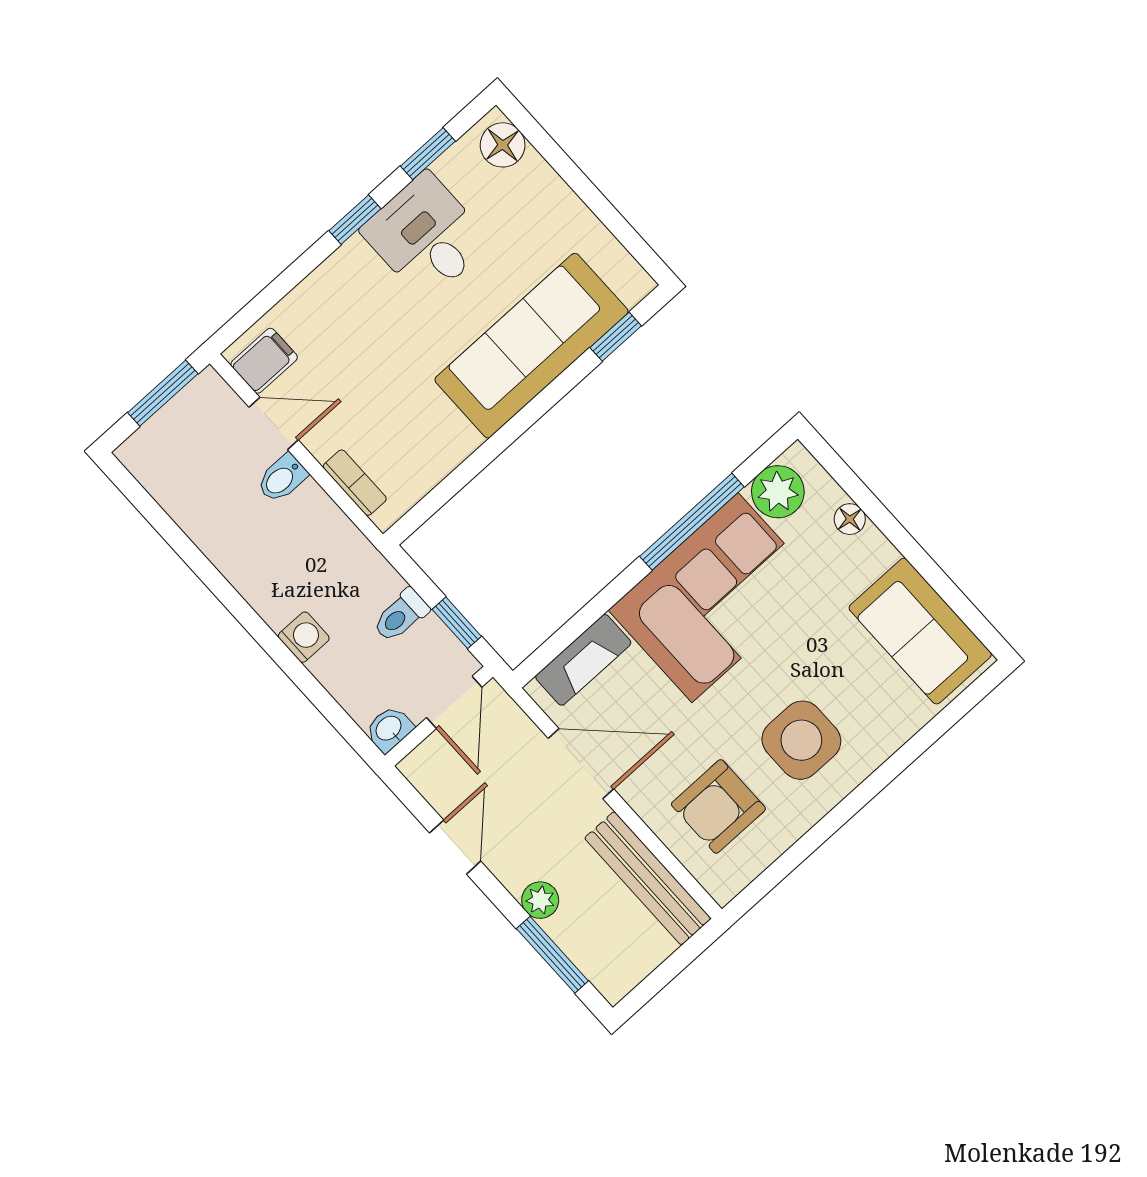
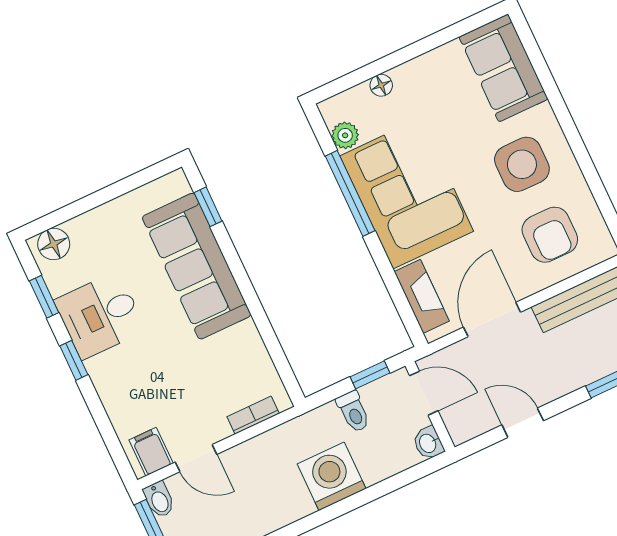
door: (274, 424) -> (196, 458), swing flipped
bidet: (282, 478) -> (159, 500), moved
plant: (778, 492) -> (345, 135), width x0.73, depth x0.73
sofa: (920, 631) -> (503, 68), moved, turned 90
washing machine: (304, 637) -> (332, 476), width x1.89, depth x1.89
plant: (540, 900) -> (577, 376), removed

